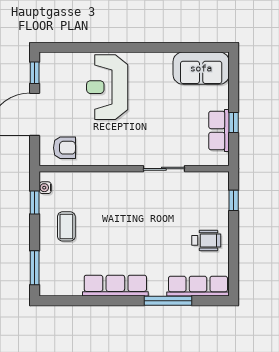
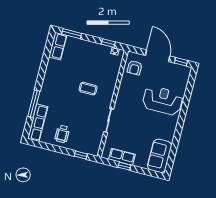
coffee table: (66, 226) -> (88, 89), moved
row of seats: (115, 286) -> (58, 46), moved, width x0.68

